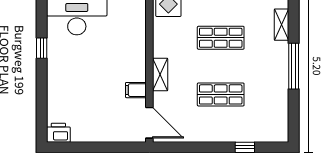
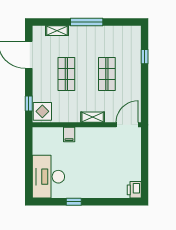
filing cabinet: (136, 90) -> (69, 135), moved

